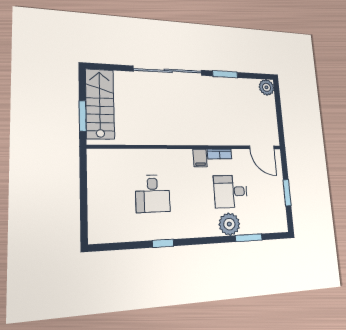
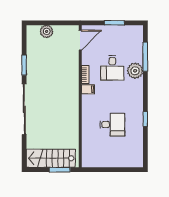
plant: (267, 87) -> (47, 31), moved
window: (249, 238) -> (145, 57), width x1.44

